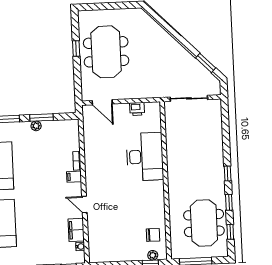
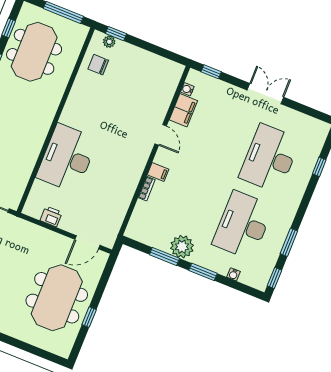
door: (102, 102) -> (87, 242), swing flipped
plant: (36, 126) -> (182, 247), width x1.88, depth x1.88

